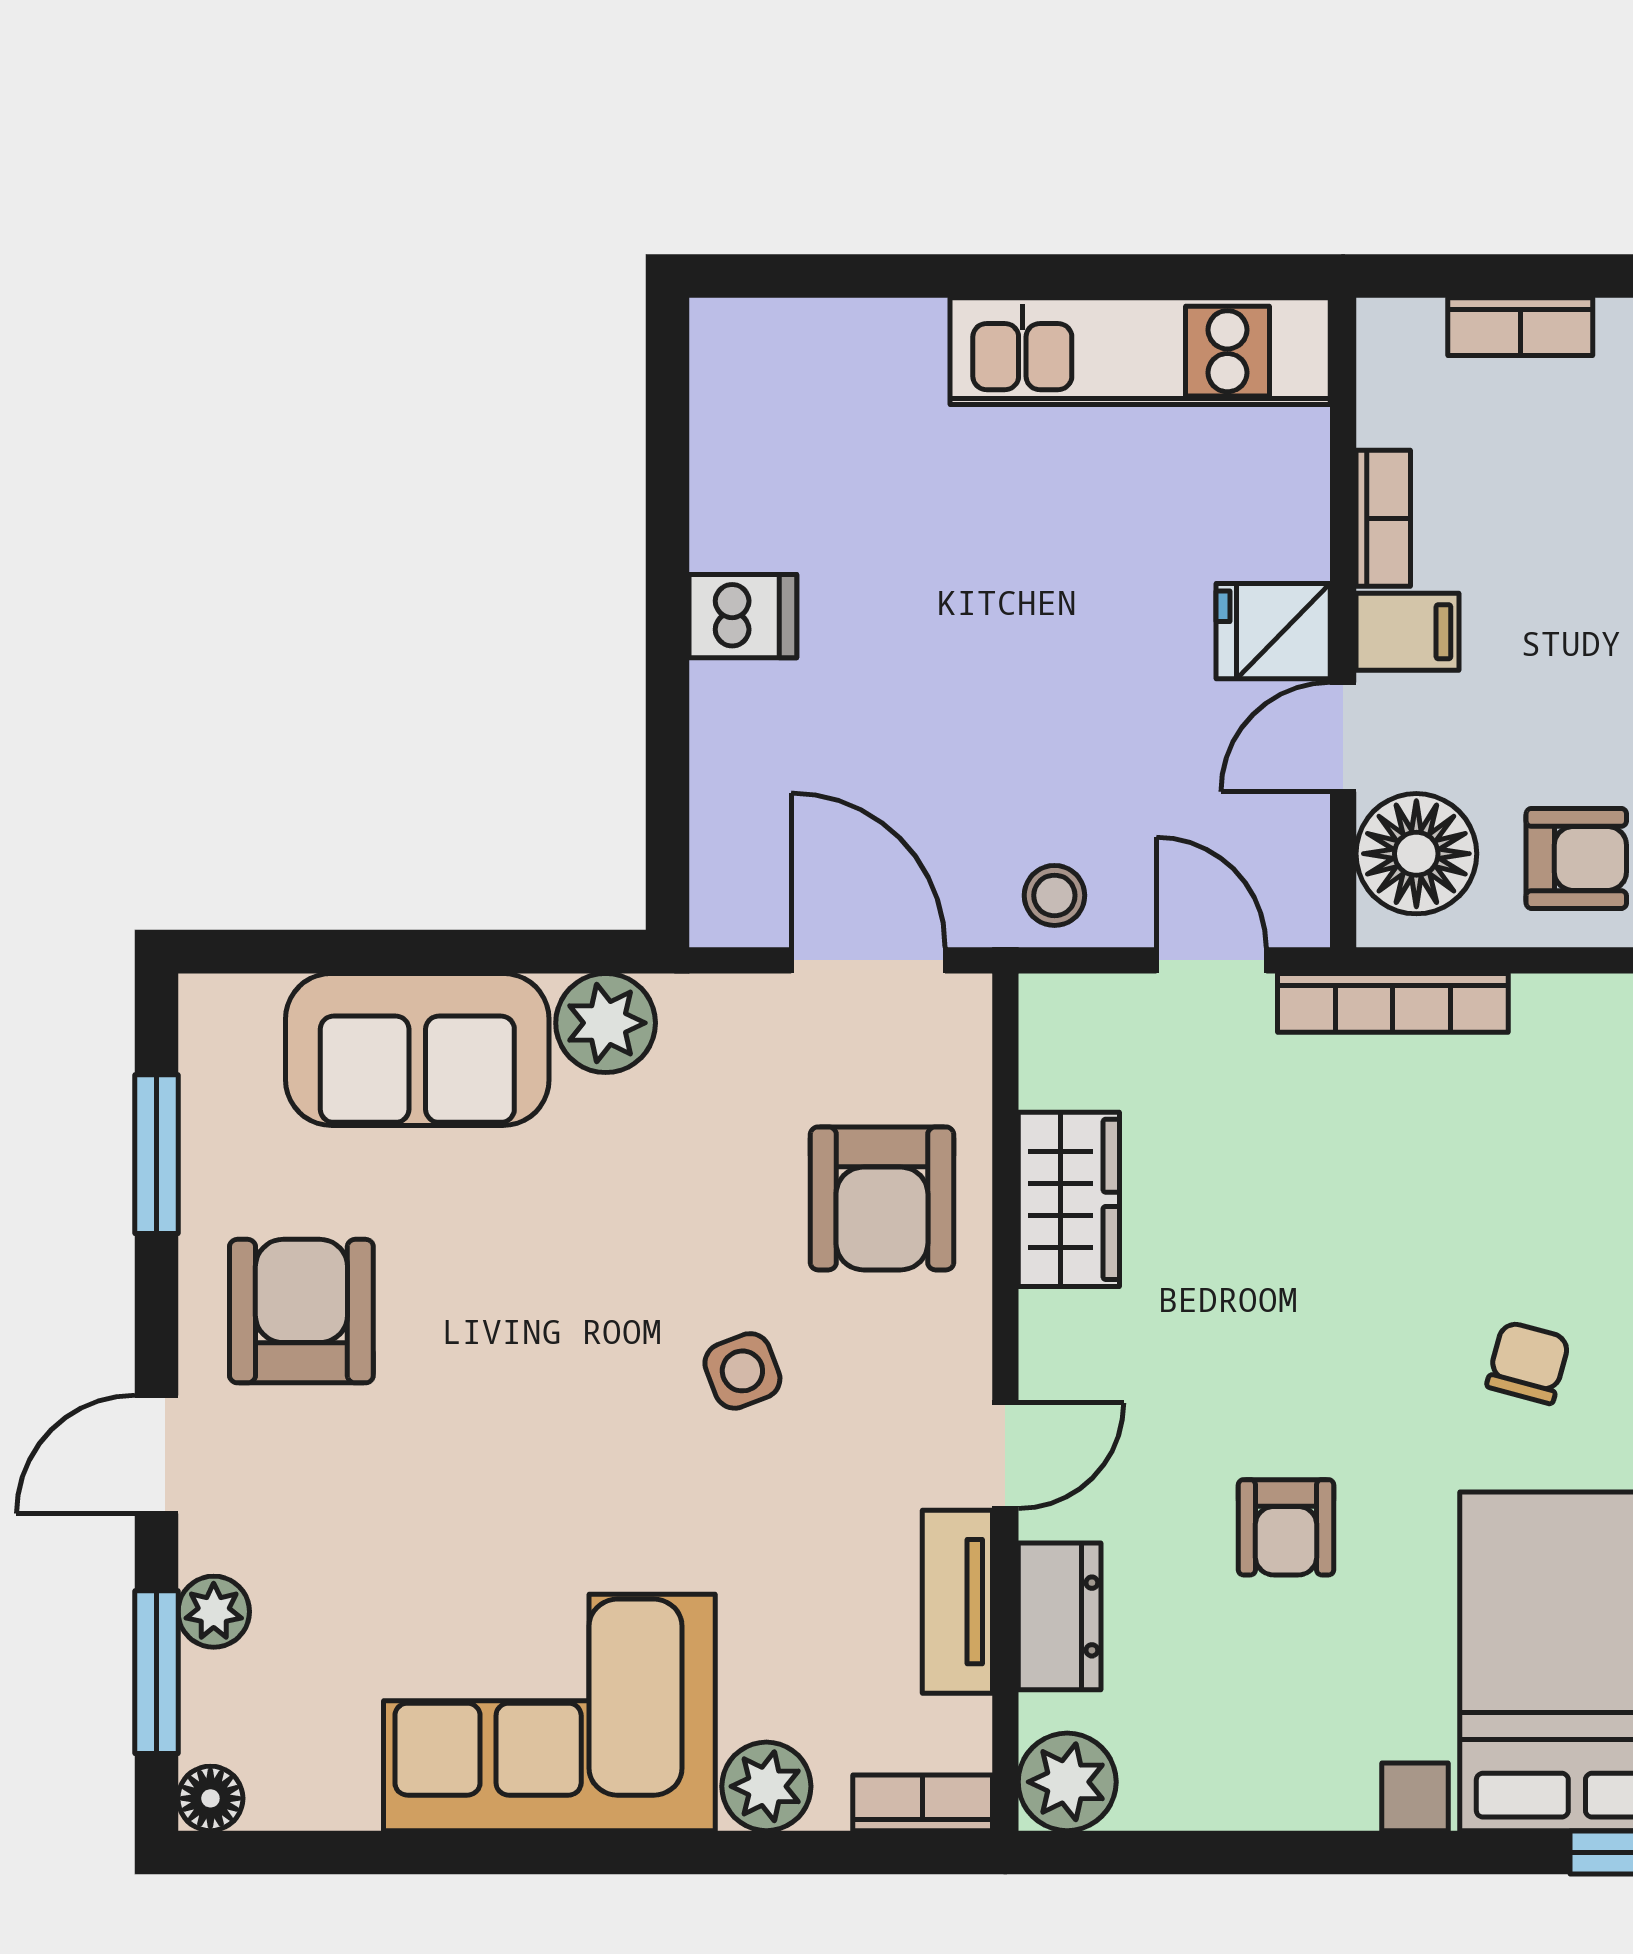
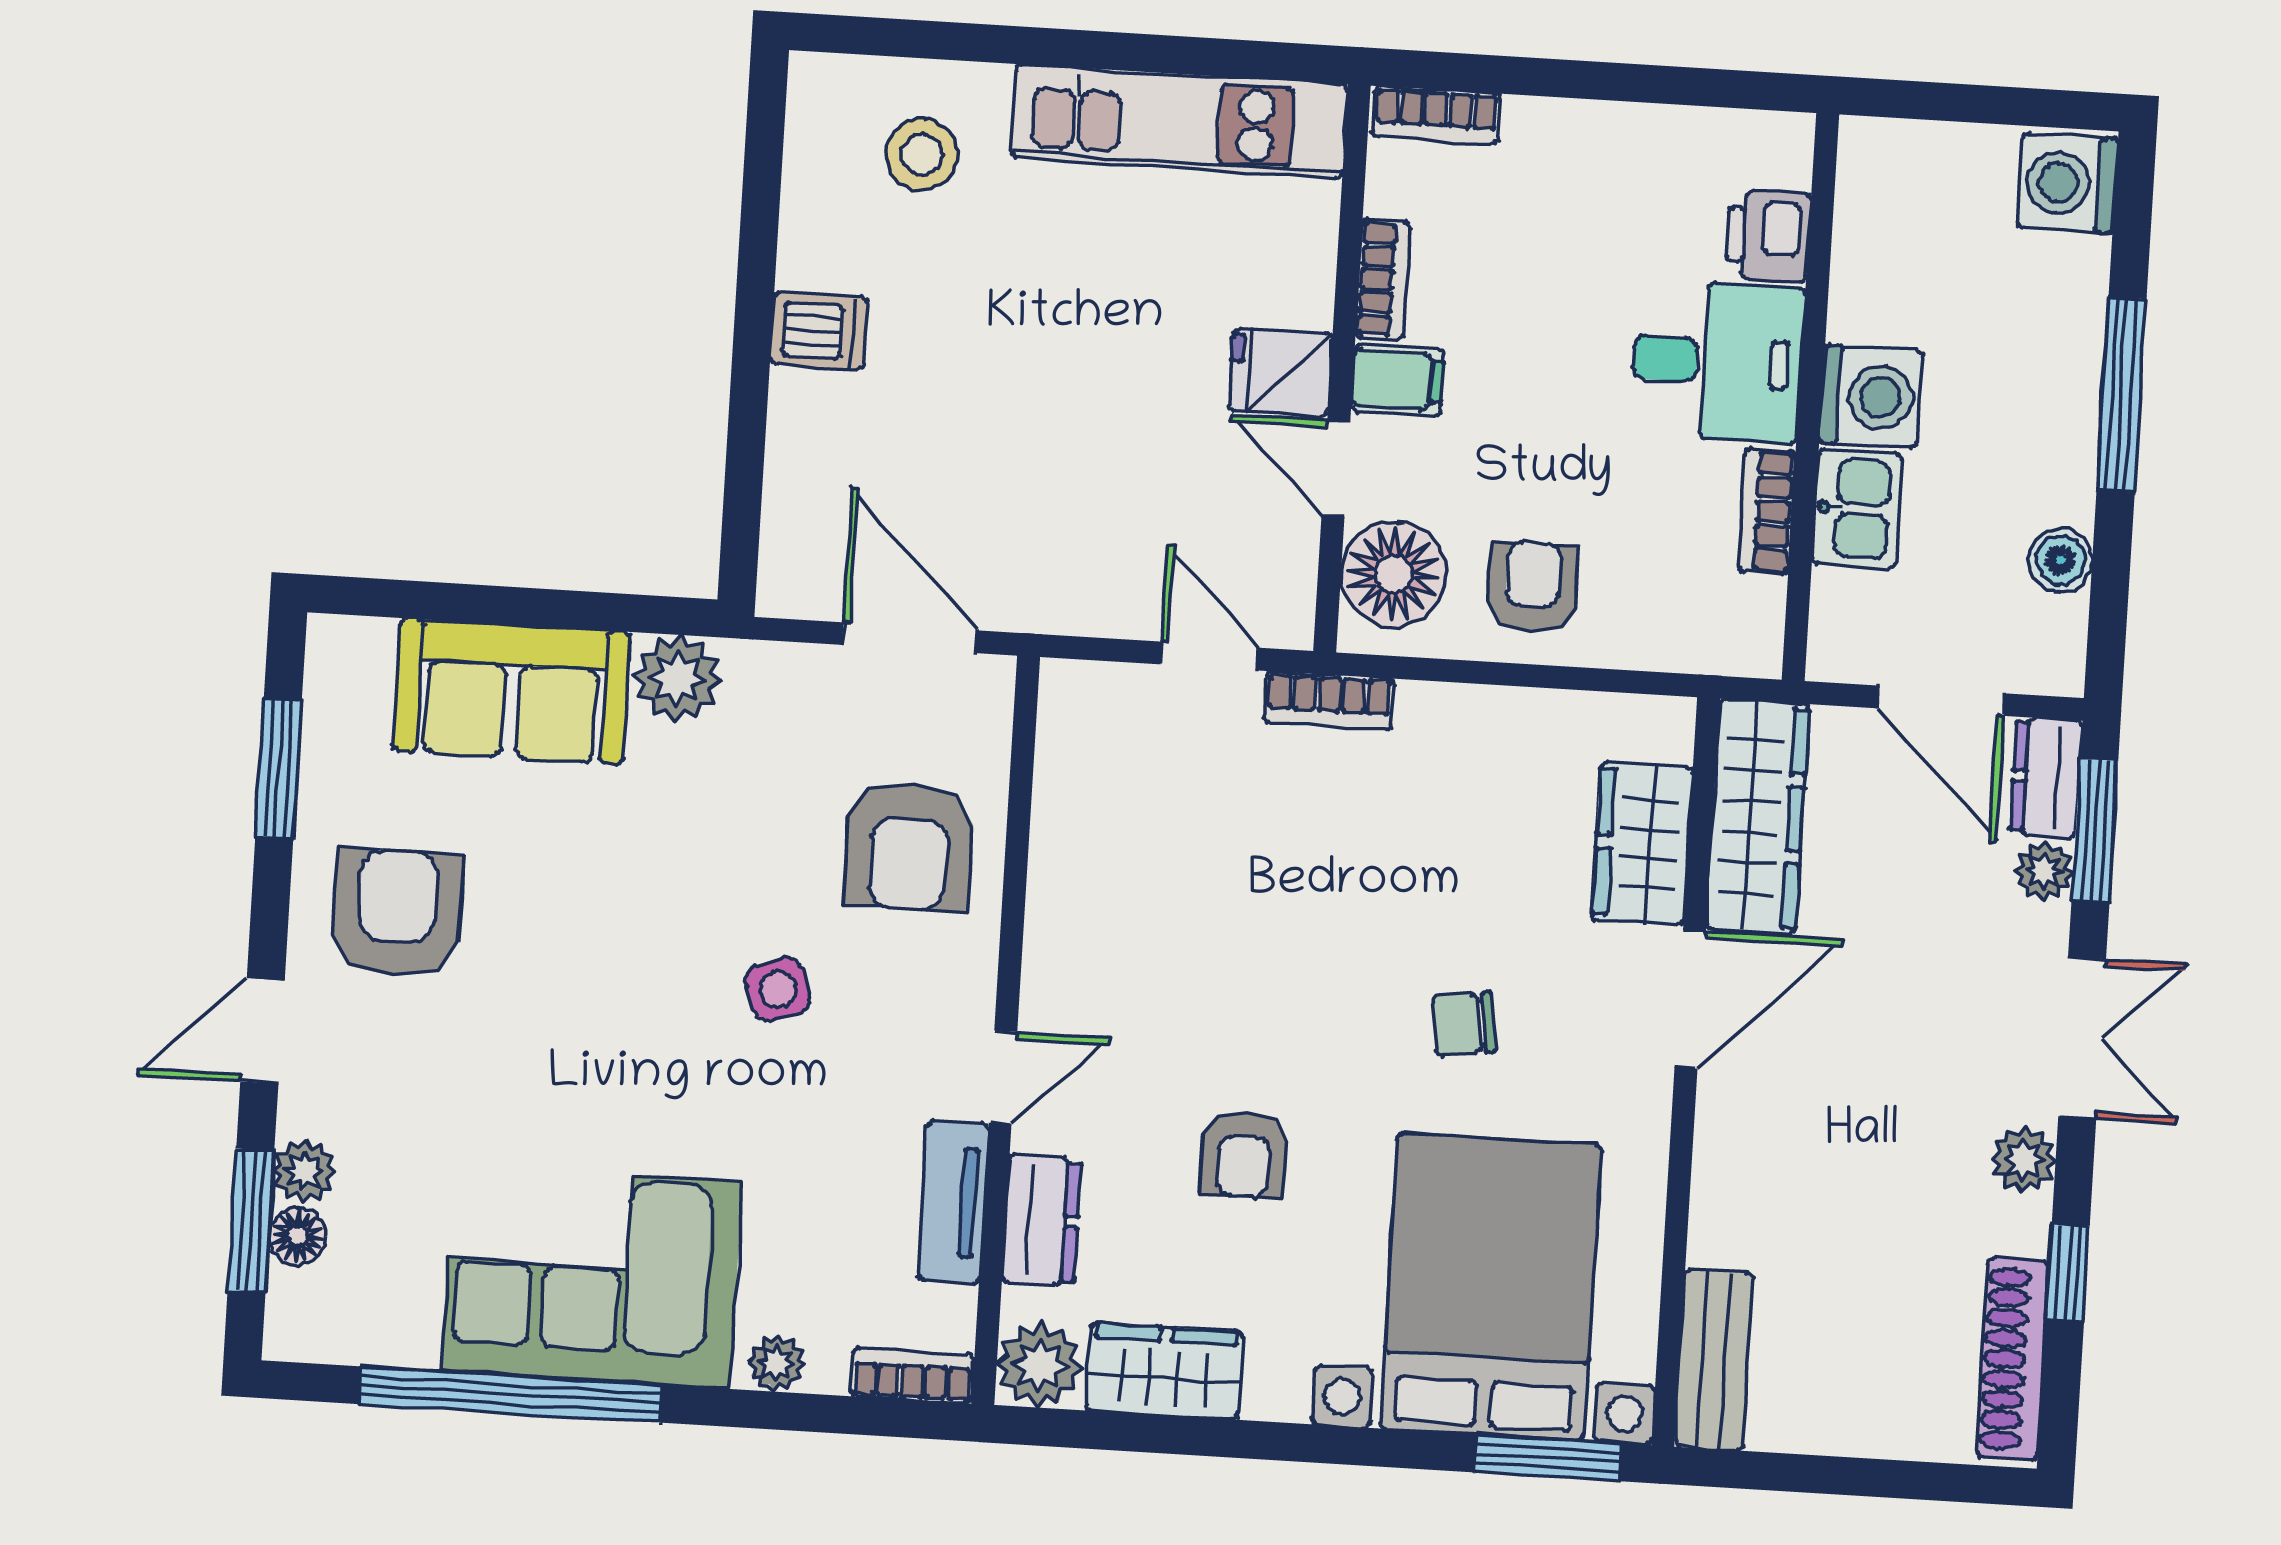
bookcase: (1520, 327) -> (1436, 115), moved
door: (1343, 737) -> (1336, 468), hinge flipped
armchair: (1576, 858) -> (1533, 587), turned -90
stool: (1054, 895) -> (922, 154), moved, width x1.37, depth x1.37
bookcase: (1393, 1003) -> (1329, 701), width x0.64
wardrobe: (1069, 1199) -> (1164, 1371), moved, turned -90
chair: (1528, 1363) -> (1464, 1024), turned -113
plant: (766, 1786) -> (776, 1363), width x0.73, depth x0.73
floor lamp: (210, 1798) -> (297, 1236), moved
window: (465, 1852) -> (510, 1394), added

